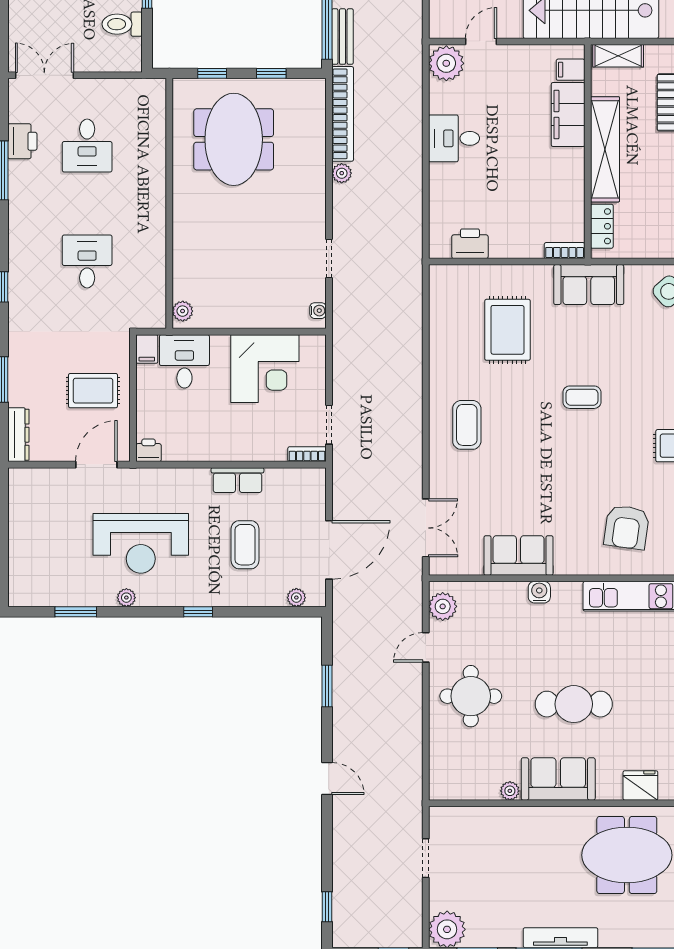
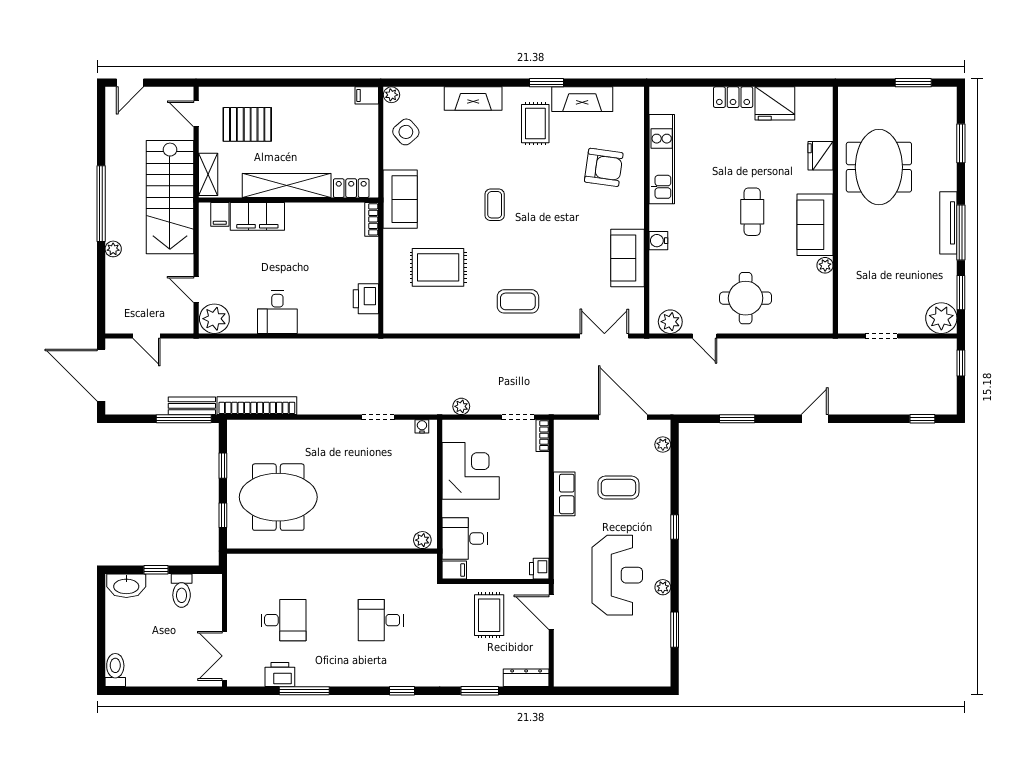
plant: (342, 173) -> (461, 406), moved
cafe table: (574, 704) -> (752, 212), width x0.73, depth x0.74

